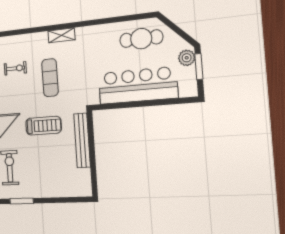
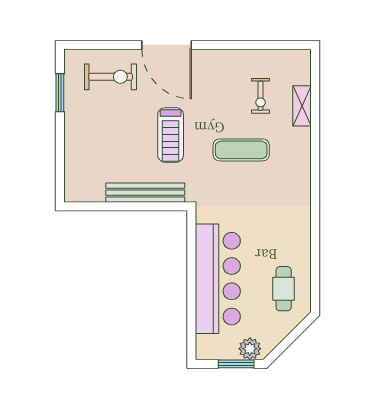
shelving: (61, 35) -> (302, 106), moved
cafe table: (141, 39) -> (284, 289), width x0.73, depth x0.74

